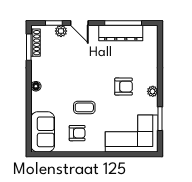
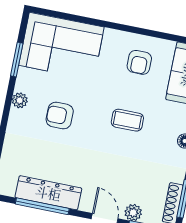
coffee table: (84, 107) -> (127, 120), moved
armchair: (77, 133) -> (139, 62), turned -90

